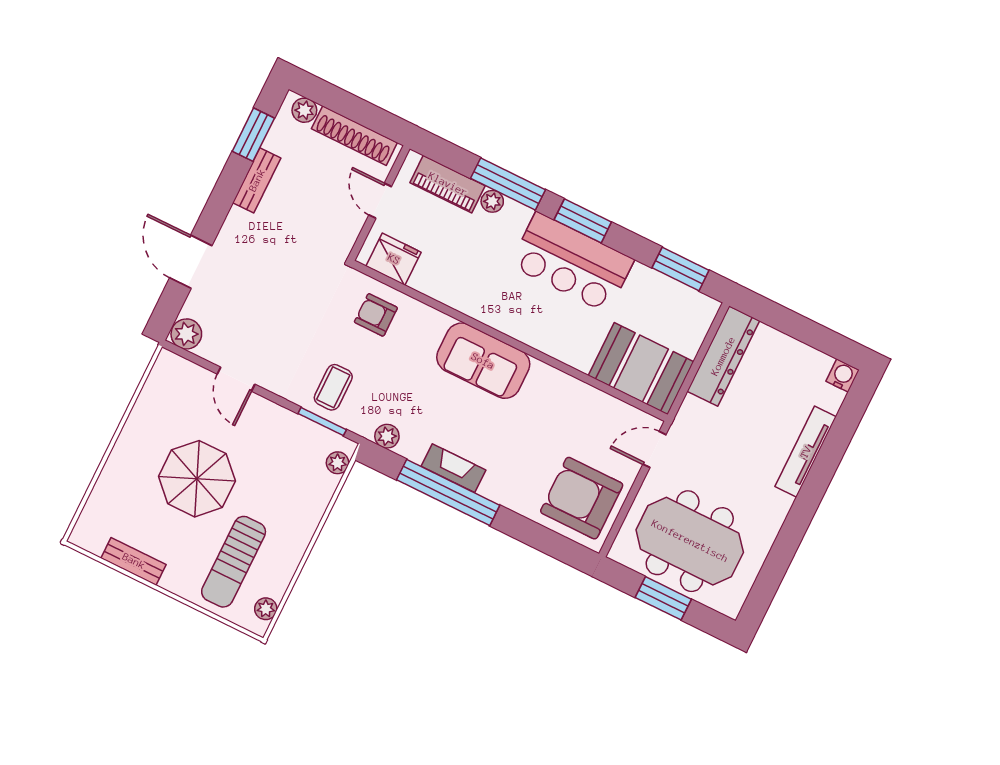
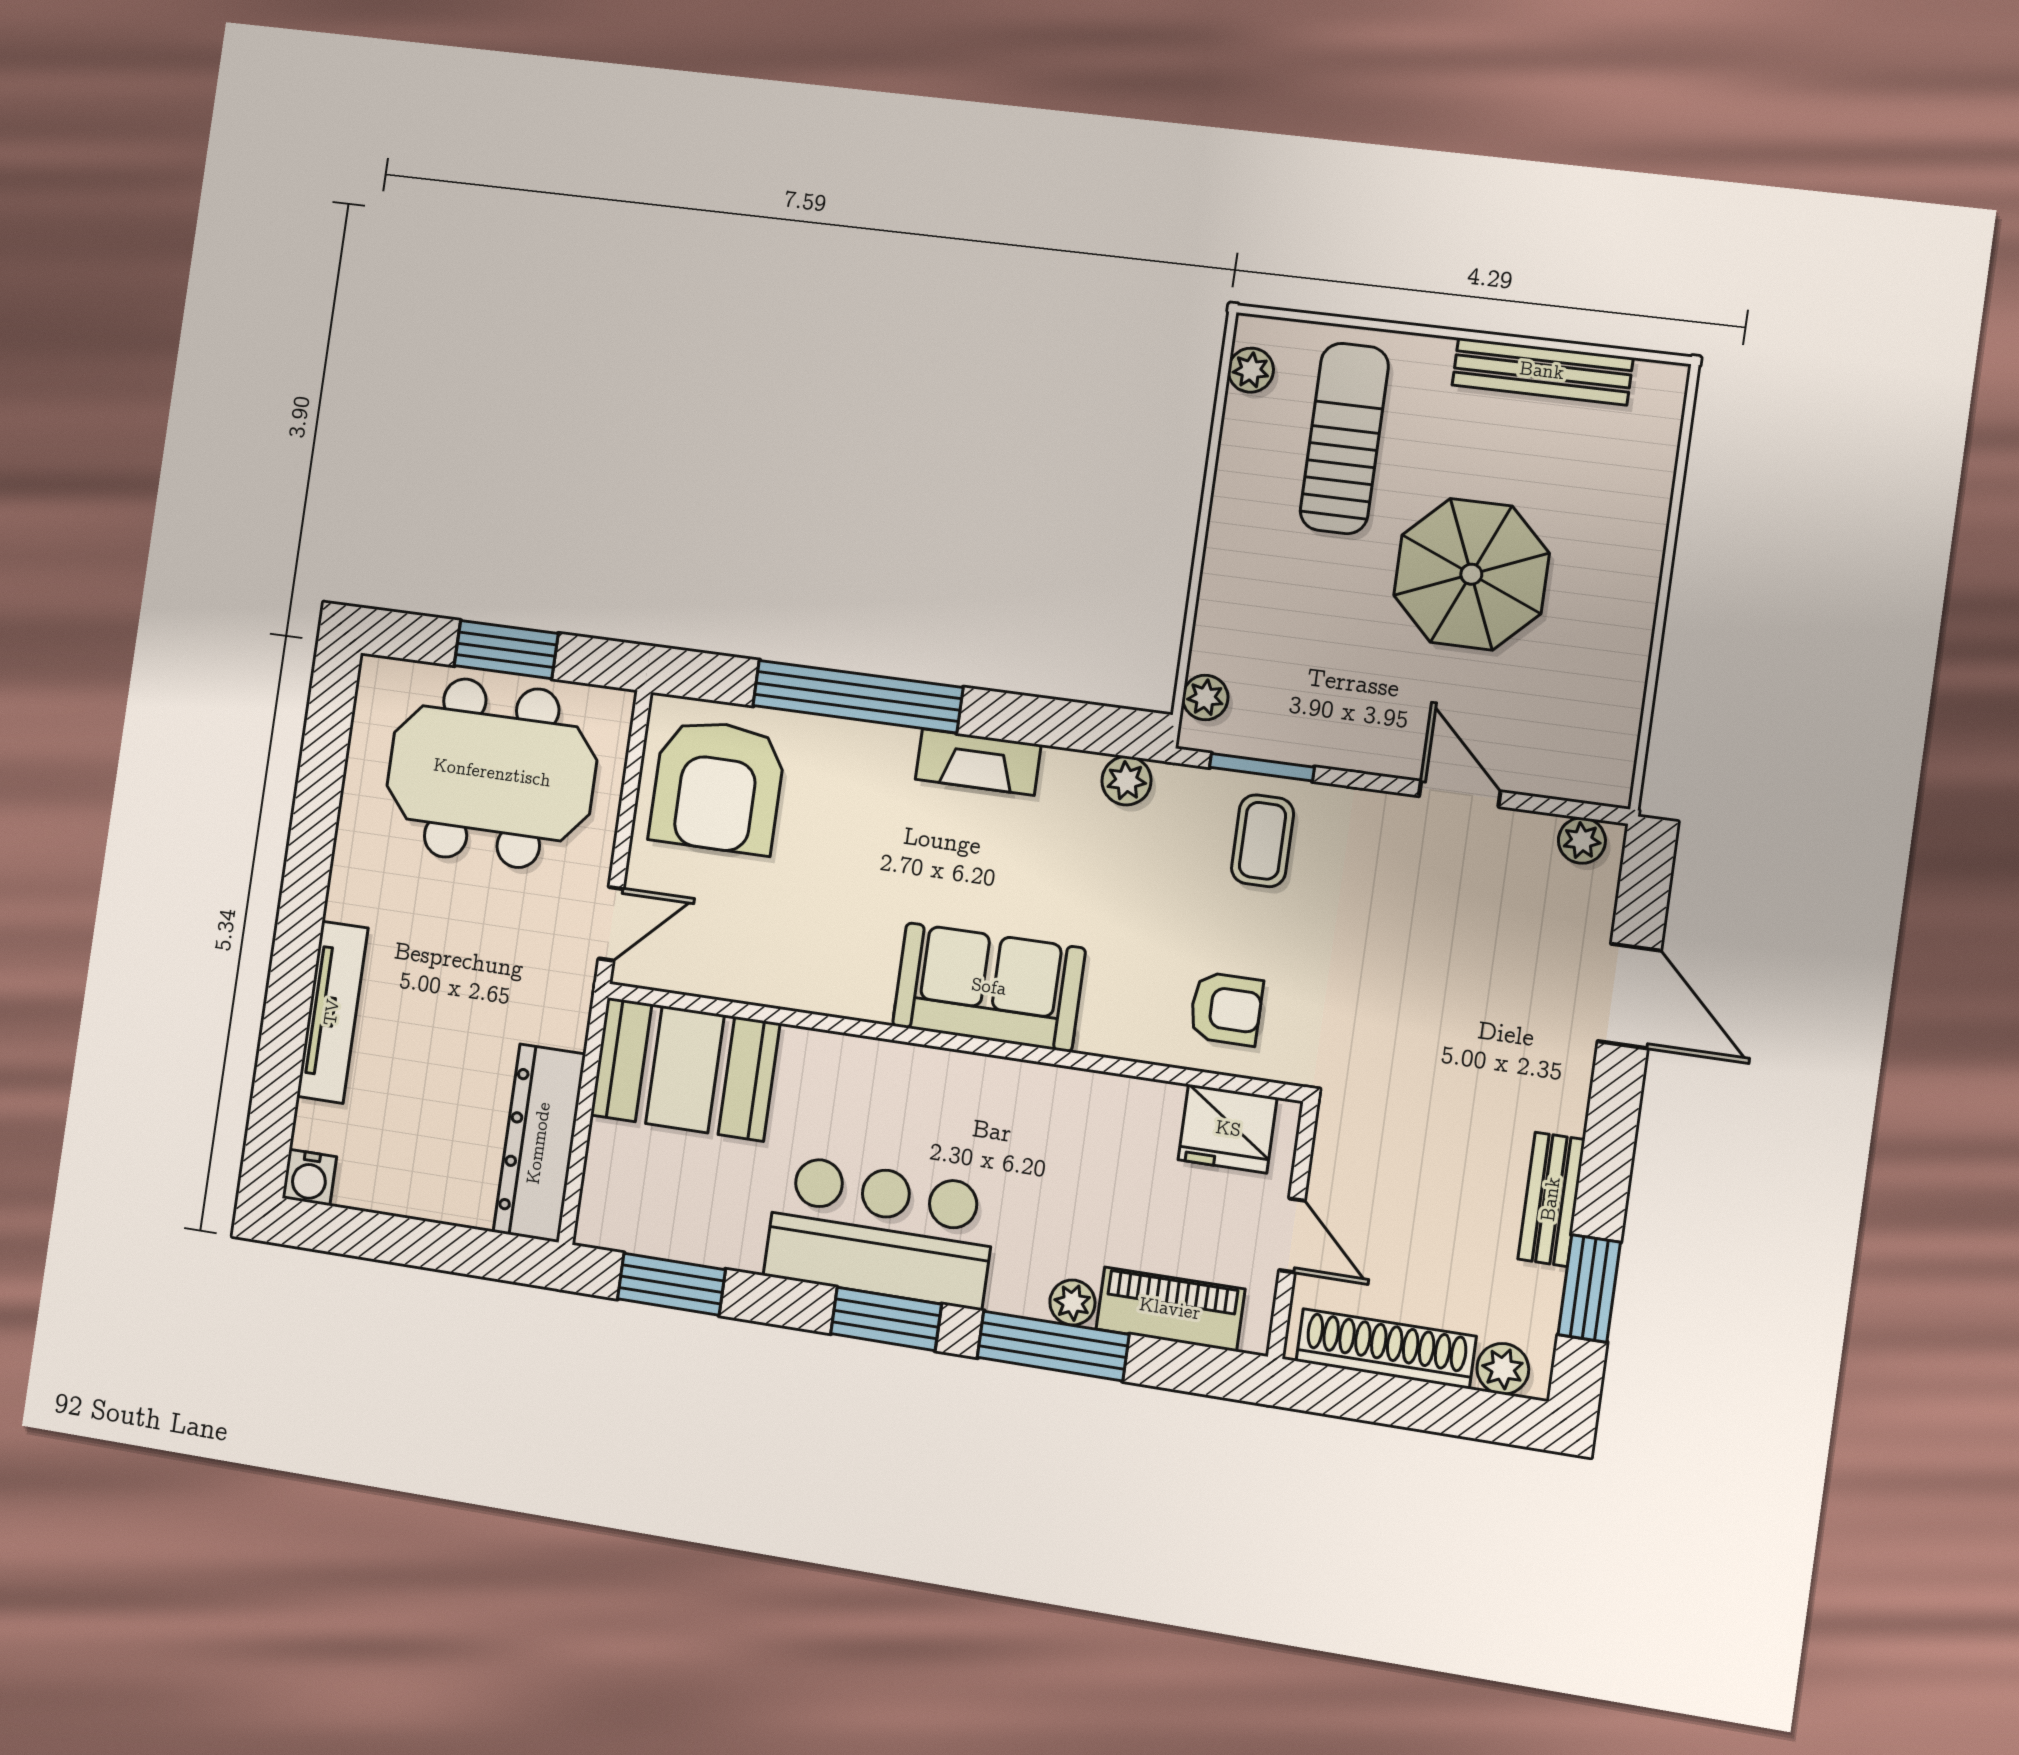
plant: (186, 334) -> (1582, 841), width x0.73, depth x0.73
window: (448, 492) -> (858, 697), moved
armchair: (582, 498) -> (717, 786), turned 90
bench: (134, 561) -> (1542, 371), width x1.36

